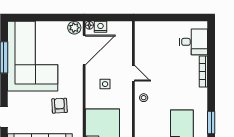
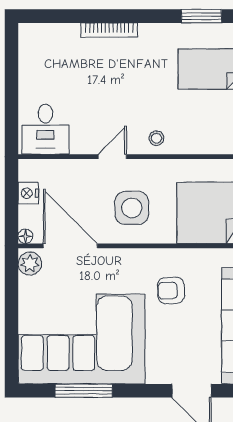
nightstand: (100, 27) -> (28, 193), moved
desk: (193, 42) -> (45, 129), moved, turned 180
side table: (105, 84) -> (132, 208), width x1.87, depth x1.87

